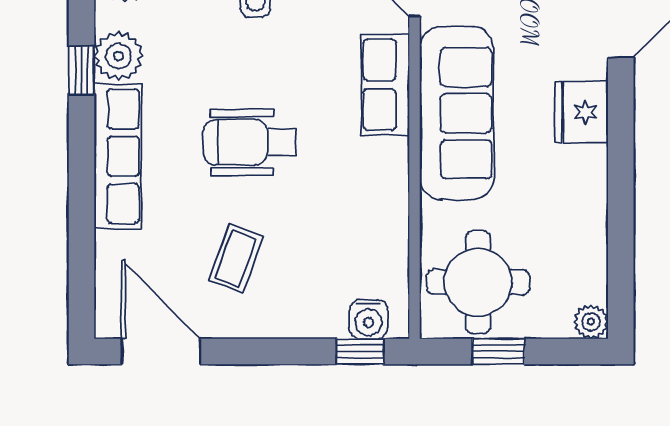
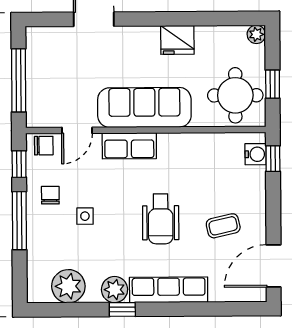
fridge: (581, 112) -> (177, 40), moved
coffee table: (236, 258) -> (223, 226), turned -33

